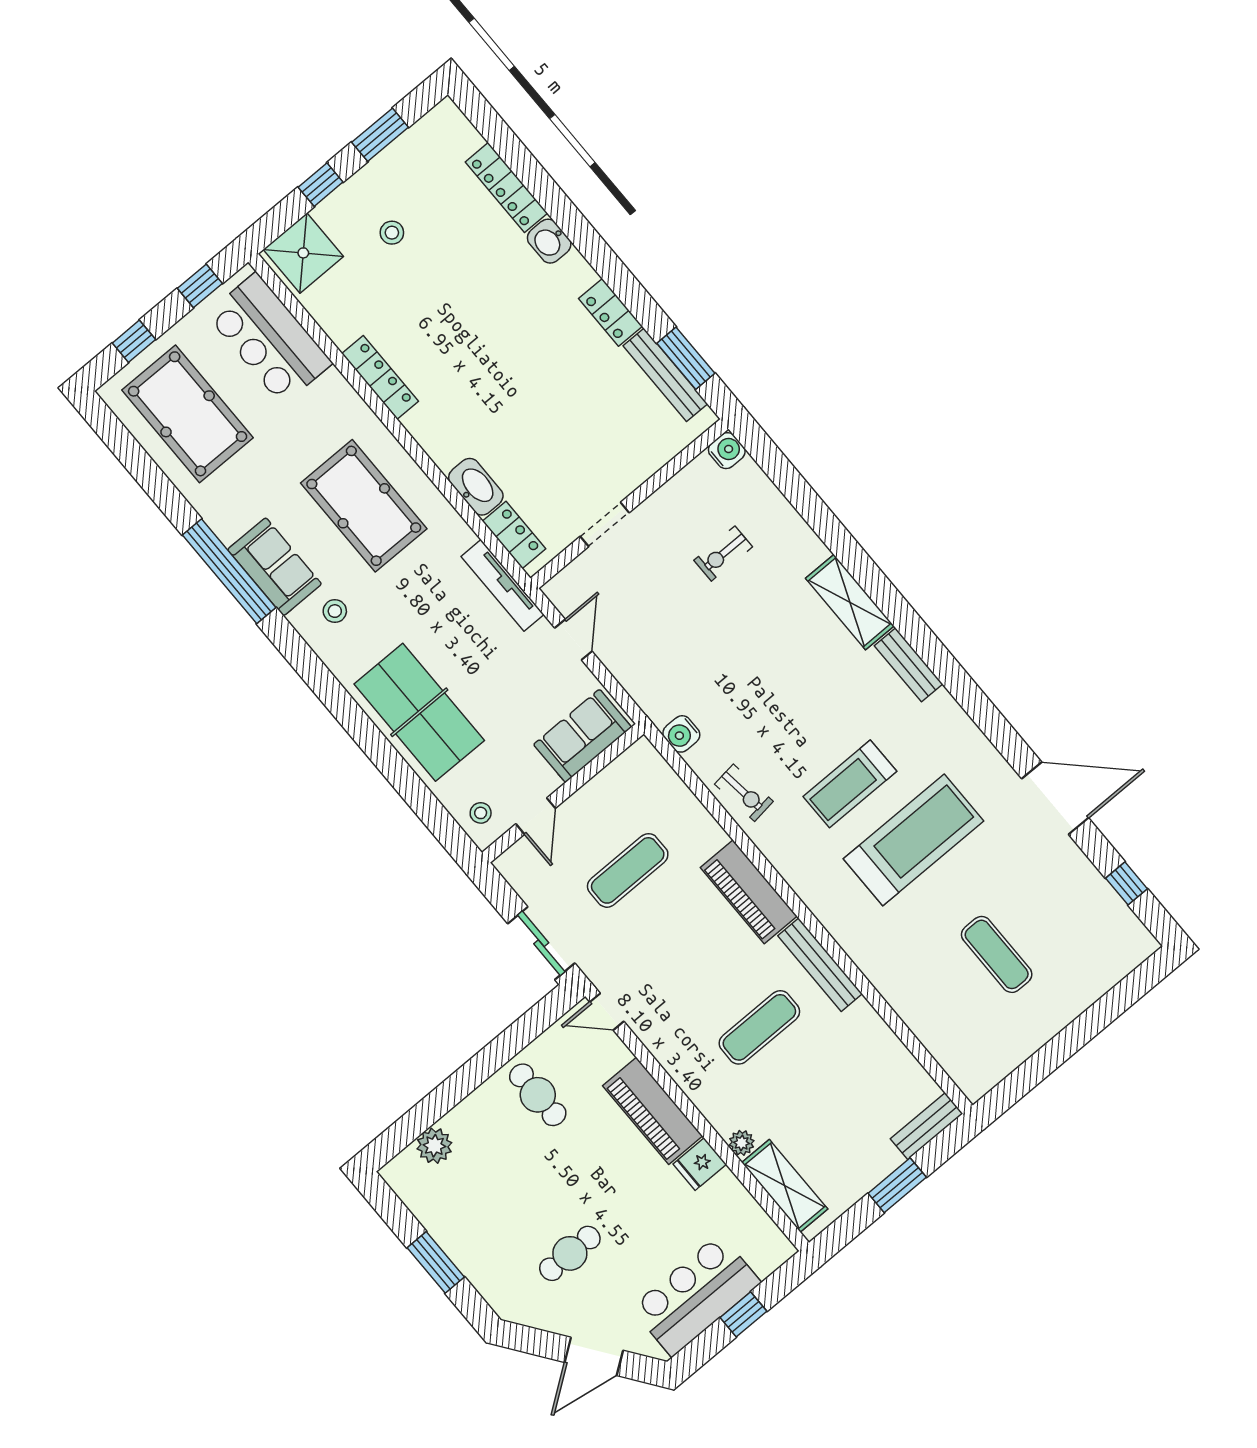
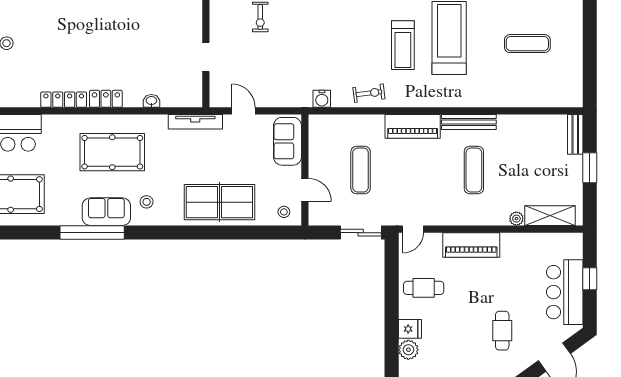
washbasin: (476, 487) -> (151, 101), width x0.52, depth x0.69
locker: (514, 535) -> (106, 99), moved
fridge: (700, 1164) -> (410, 329), moved, turned -90

